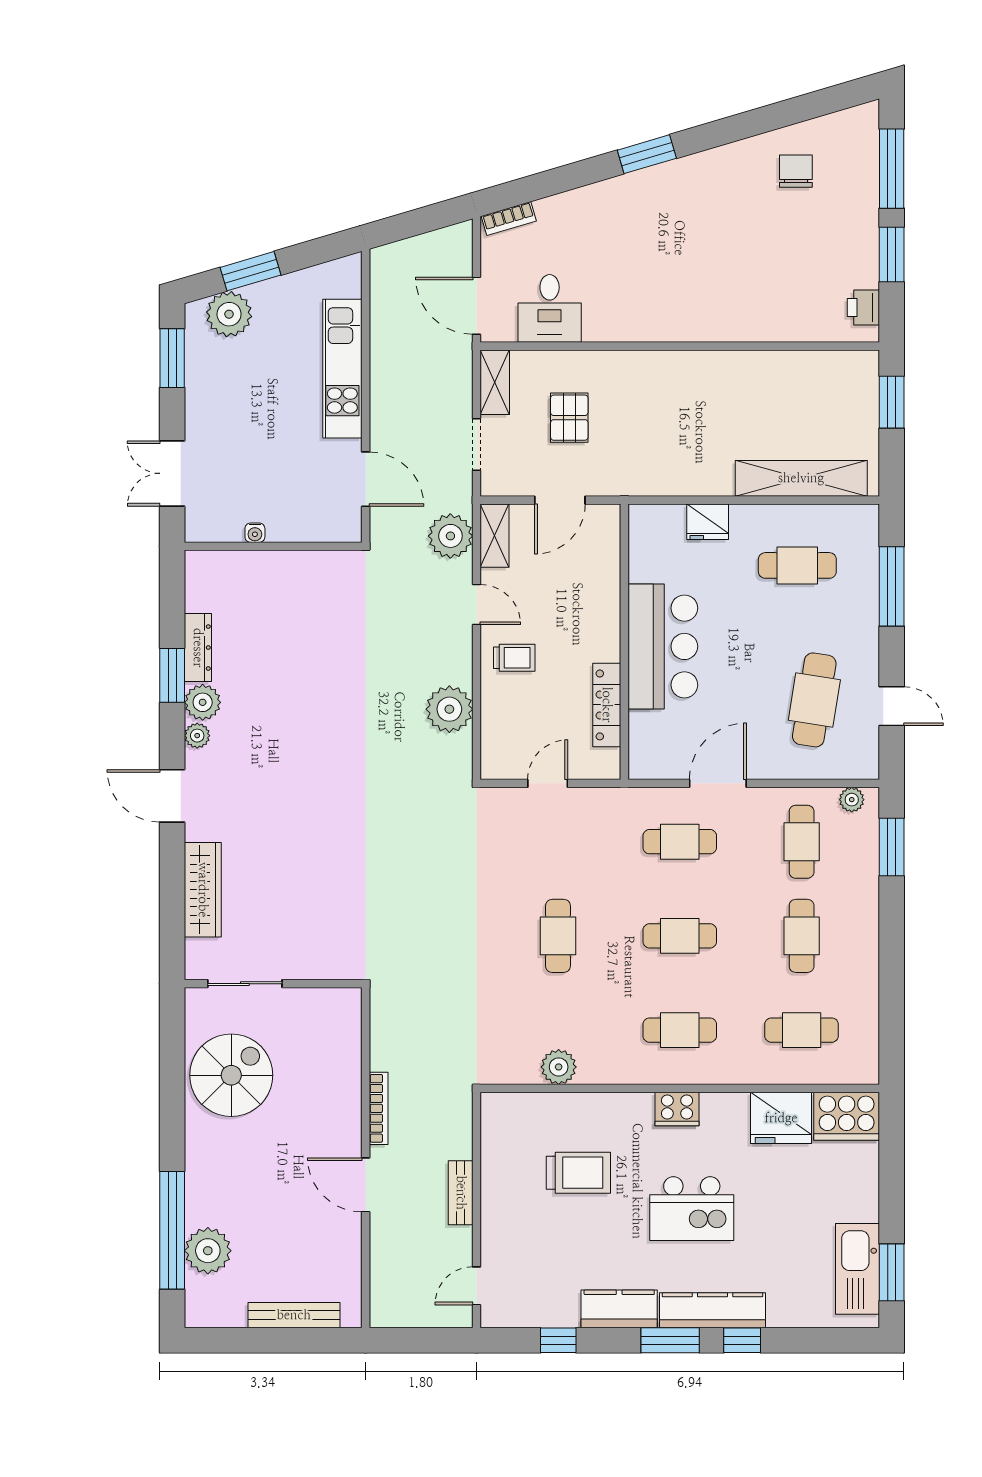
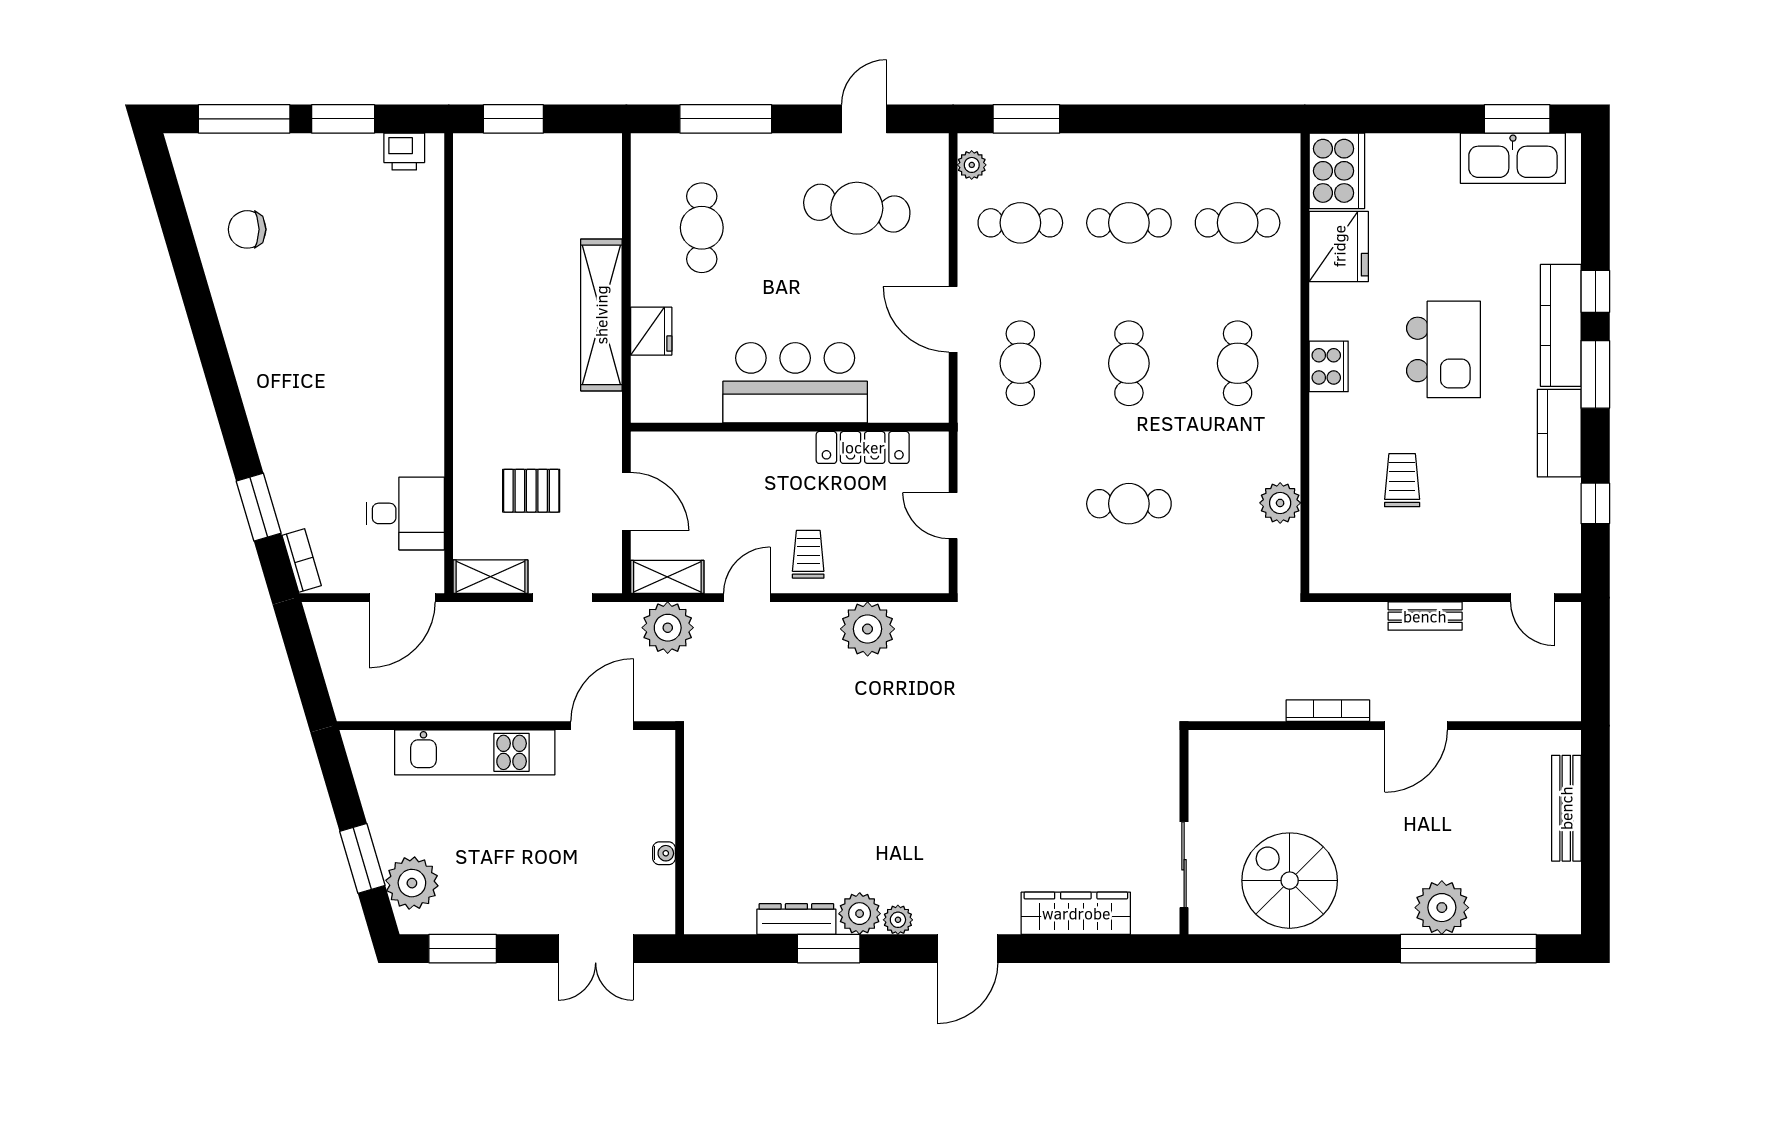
window: (647, 154) -> (259, 507), moved
shelving: (801, 478) -> (601, 315), moved
cafe table: (802, 1030) -> (1238, 223), turned 90
trolley: (578, 1173) -> (1402, 480), width x0.73, depth x0.72
plant: (208, 1251) -> (1442, 908), moved

